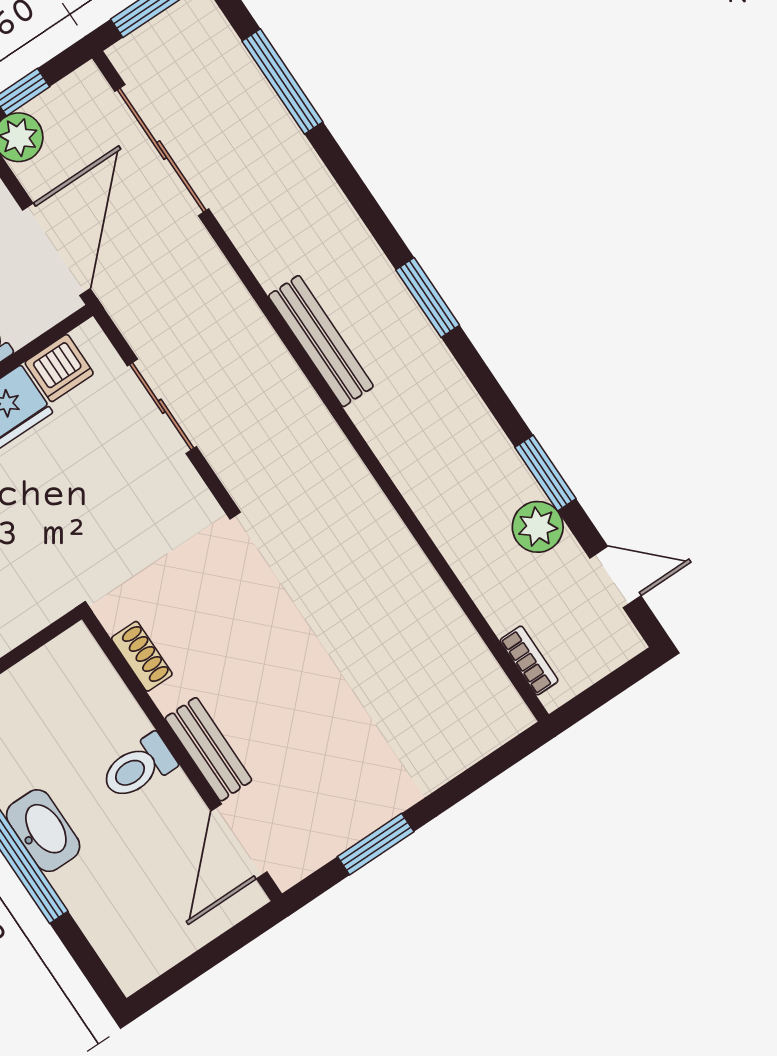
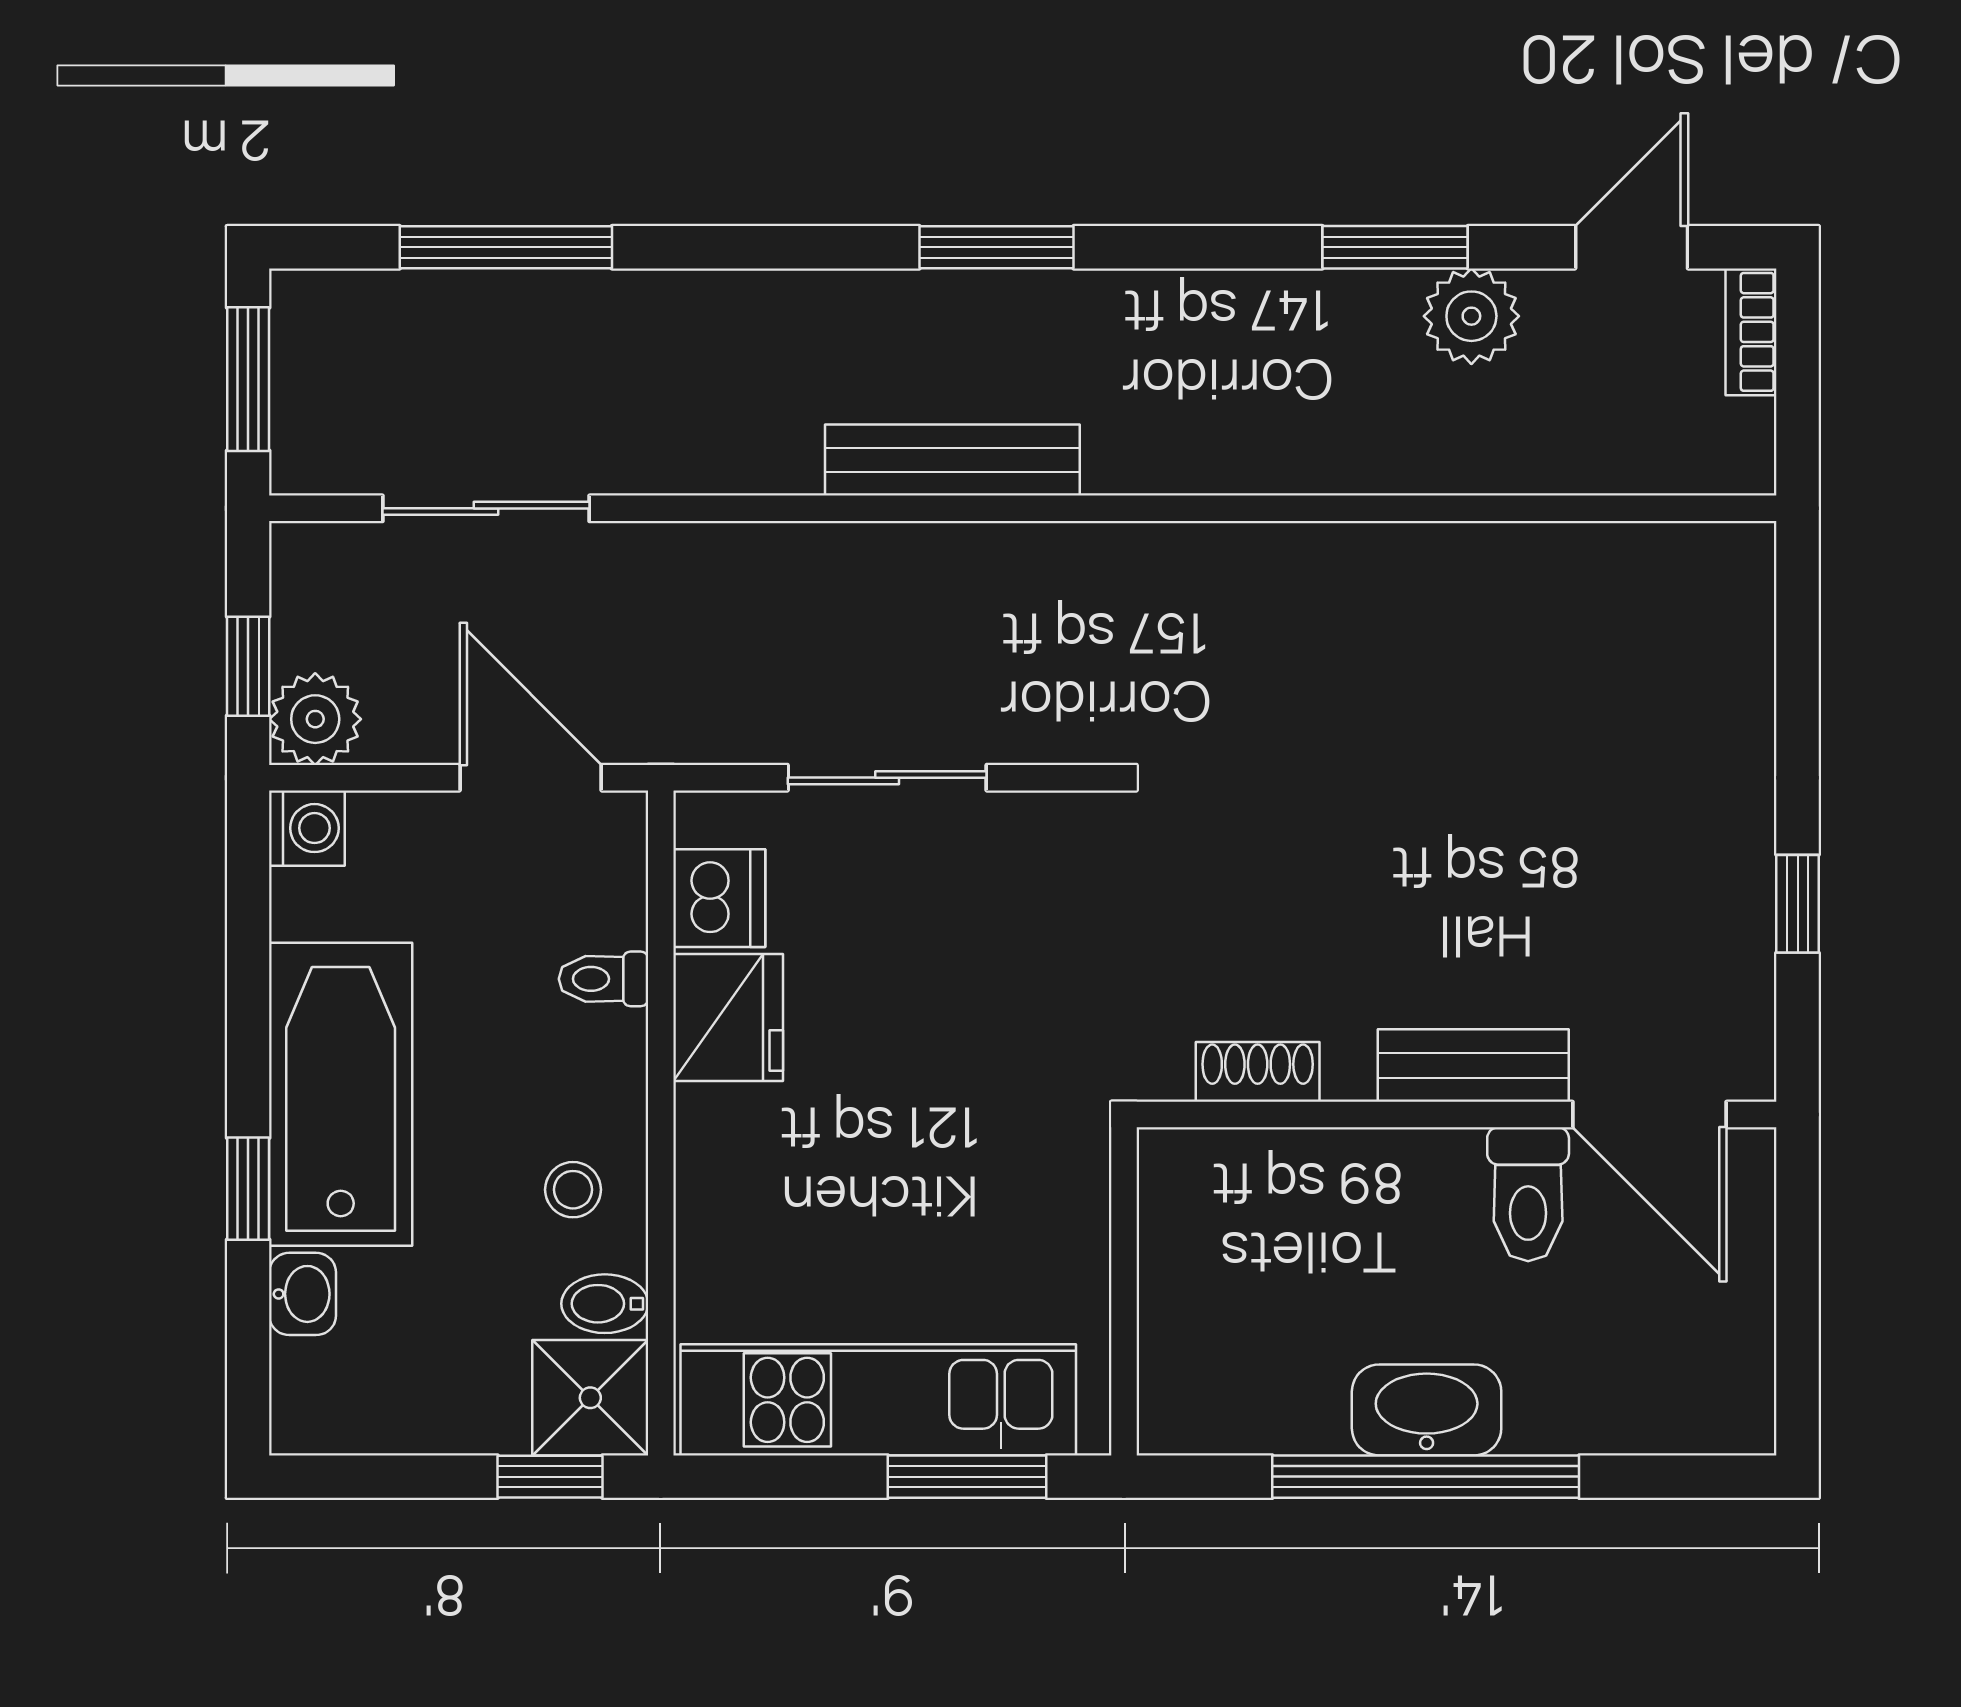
sliding door: (162, 150) -> (486, 508), width x0.73
door: (56, 249) -> (531, 778), width x0.73
bookcase: (529, 660) -> (1751, 332), moved, turned -90
toilet: (138, 767) -> (1528, 1194), moved
window: (376, 844) -> (1798, 904), width x0.67

